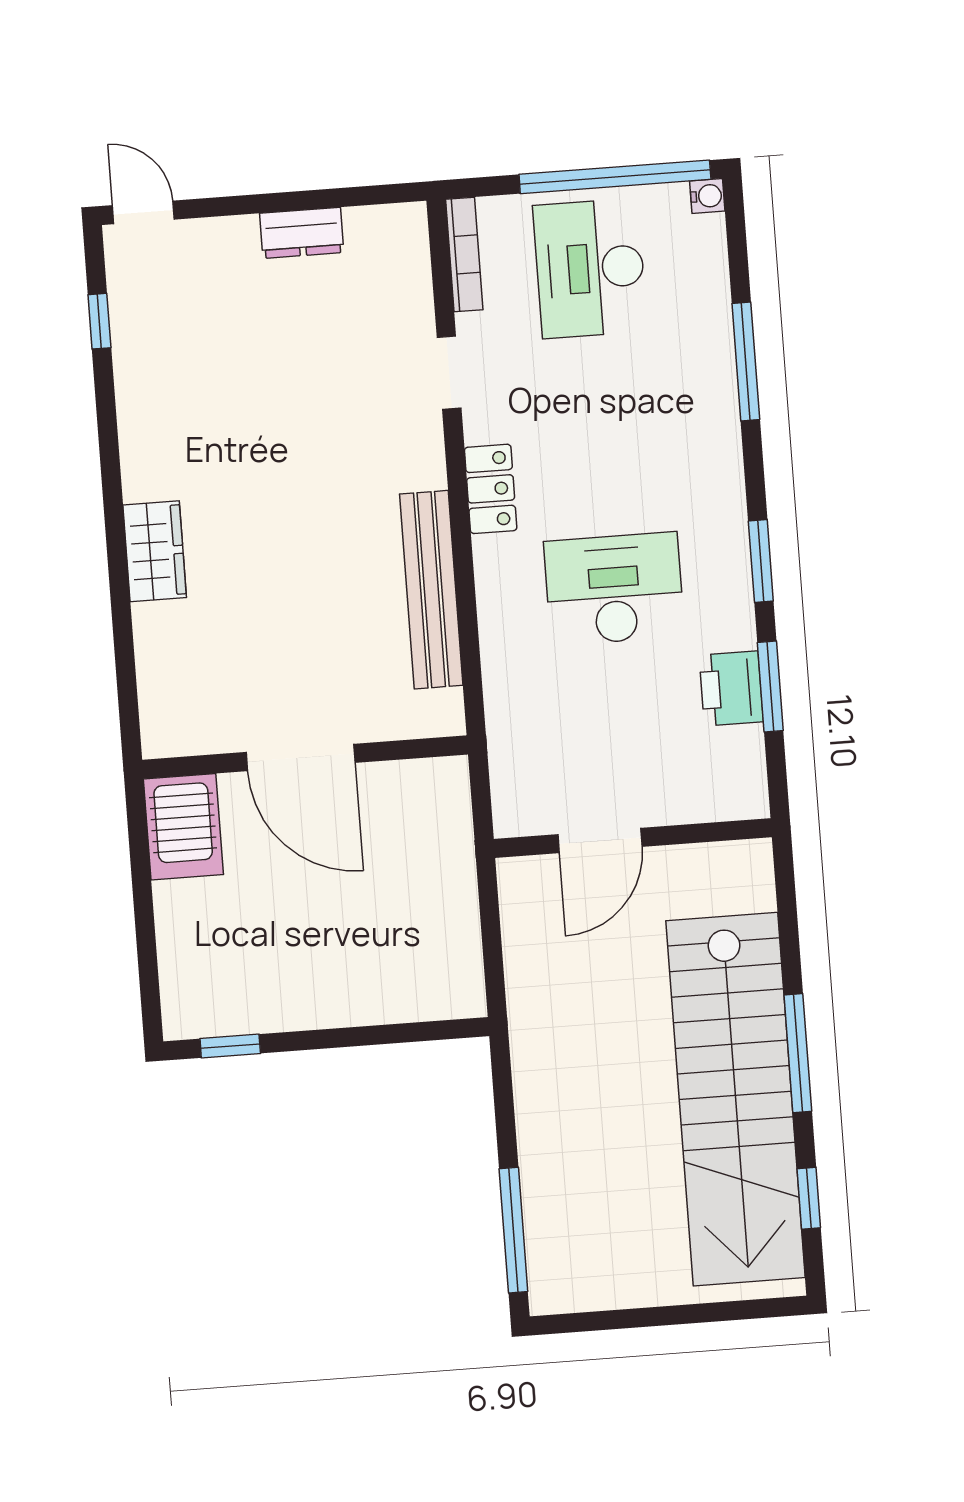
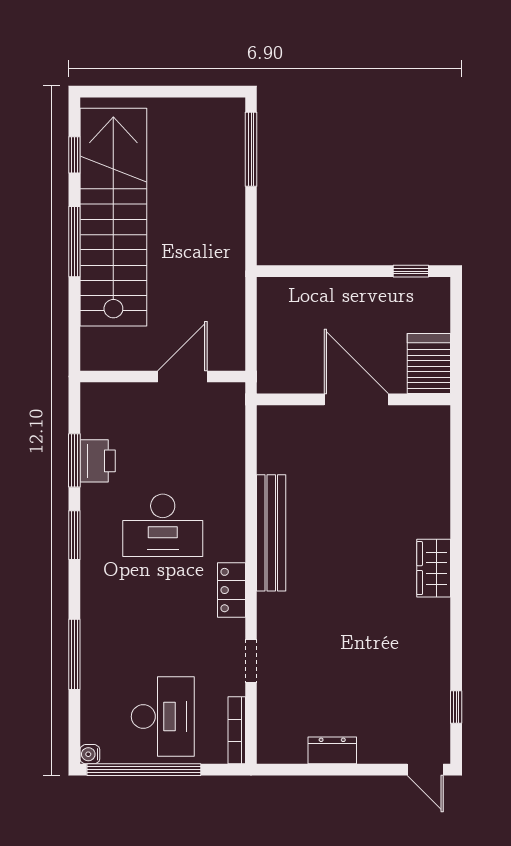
door: (301, 757) -> (356, 399), moved
wall: (305, 757) -> (354, 399), moved
server rack: (183, 827) -> (429, 363), moved

